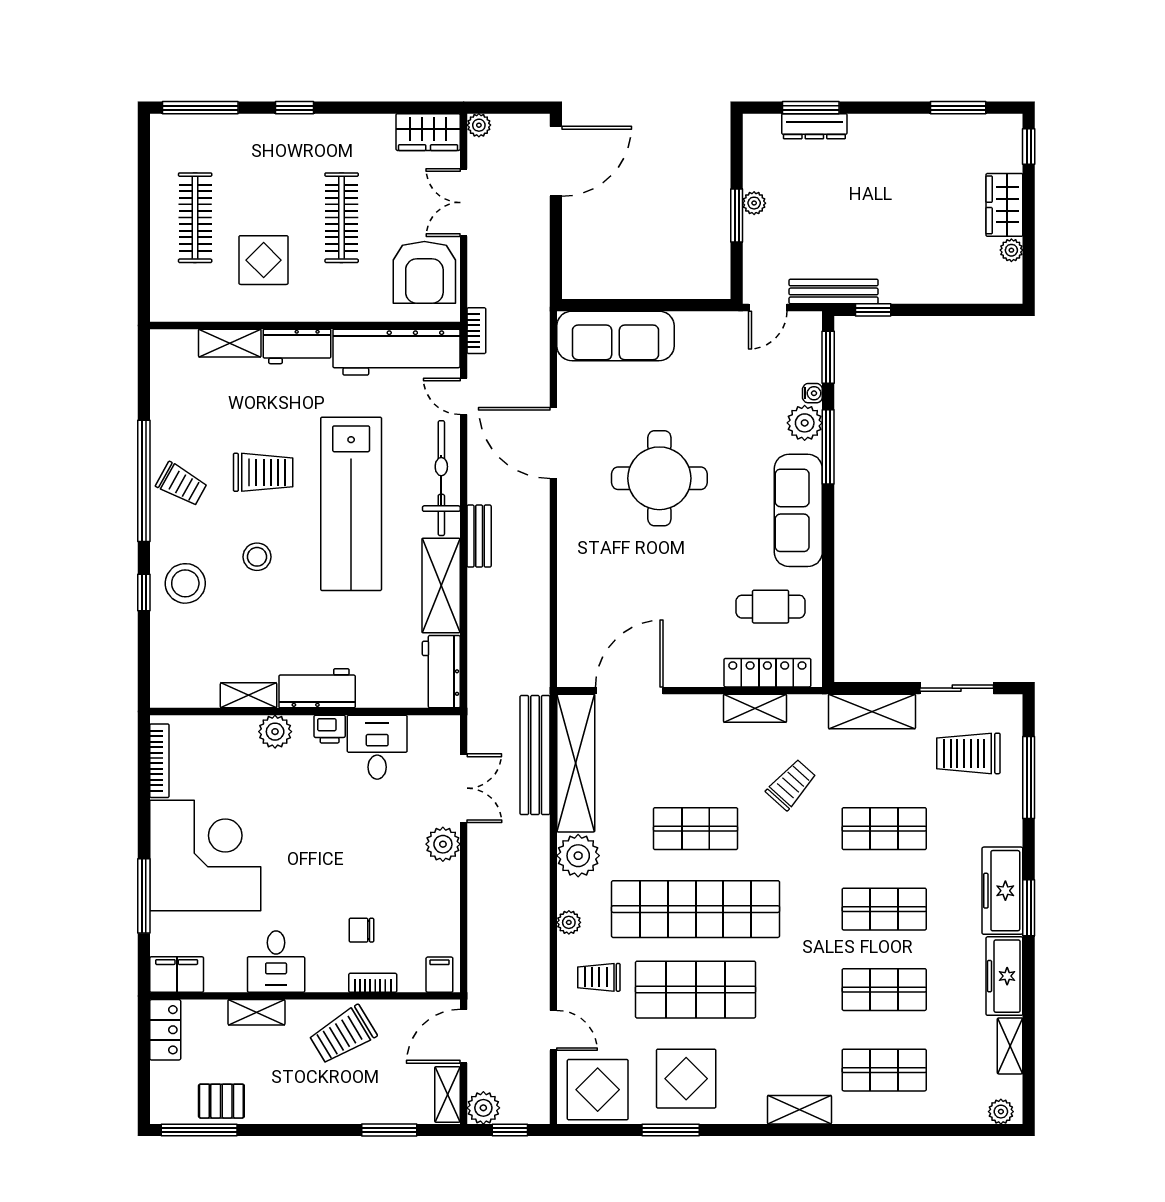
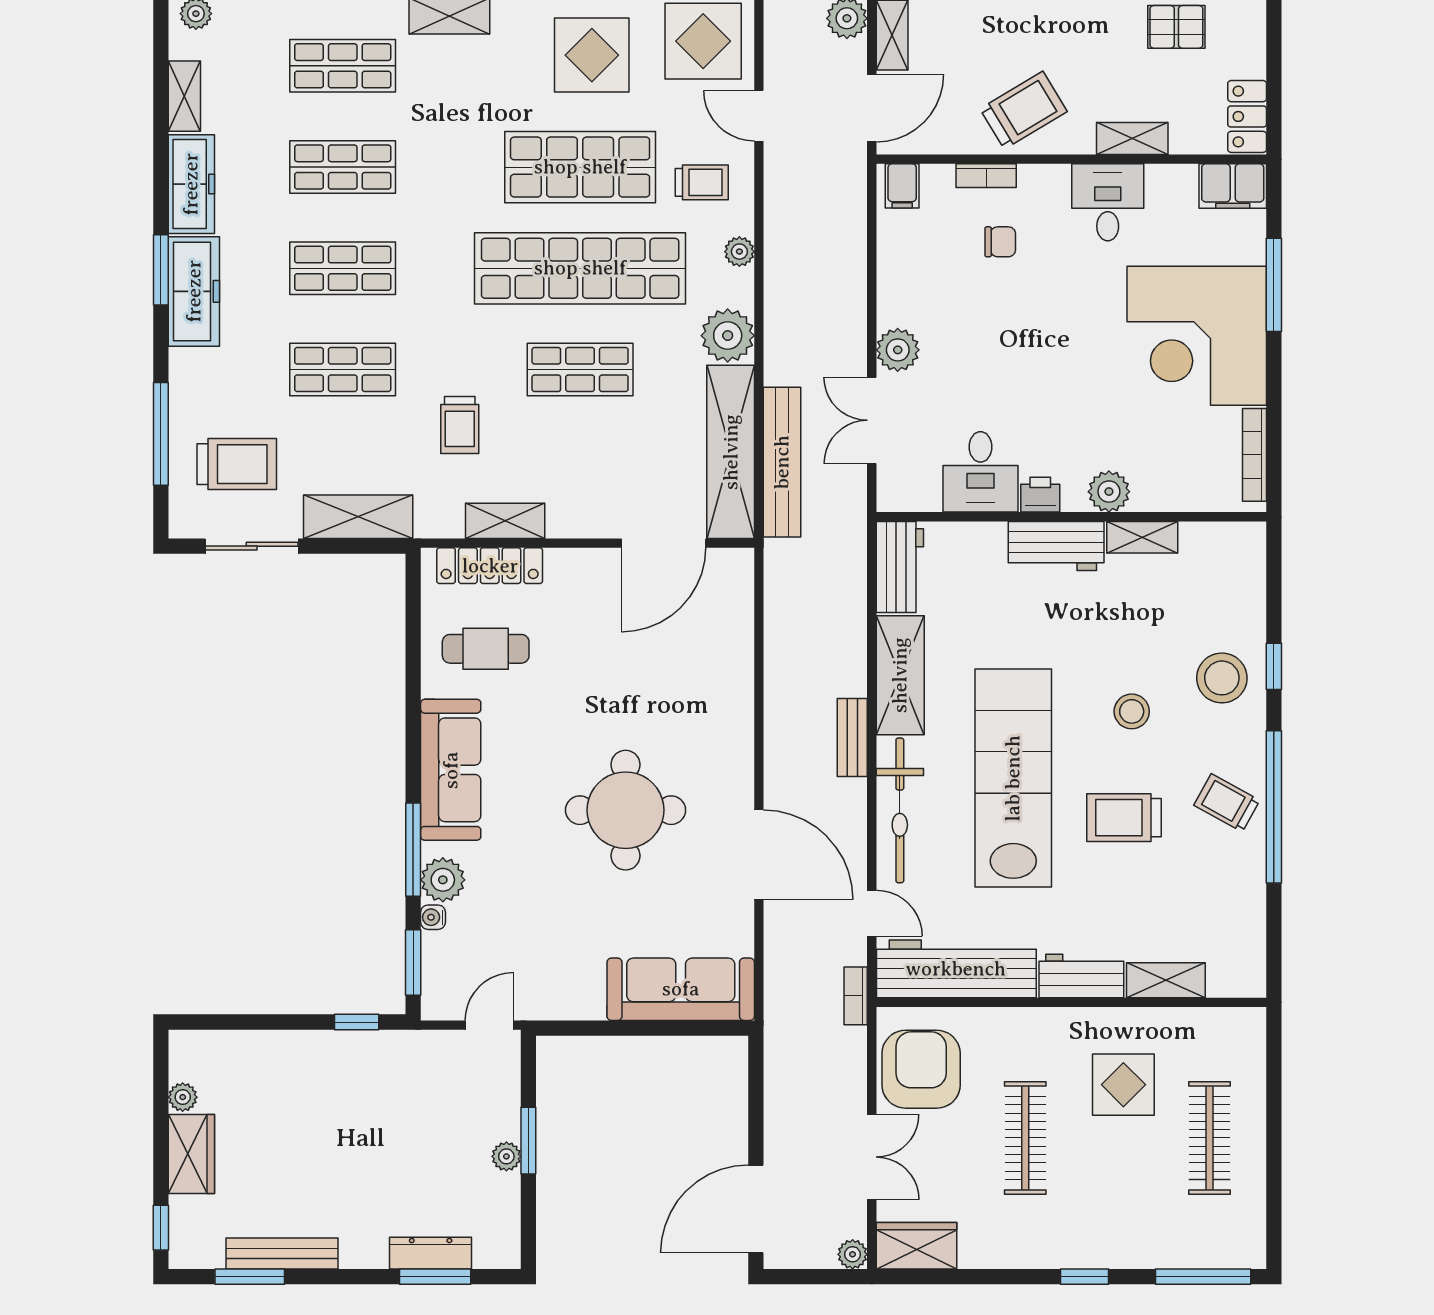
bench: (834, 291) -> (282, 1253), moved
trolley: (791, 785) -> (460, 425), turned -42

